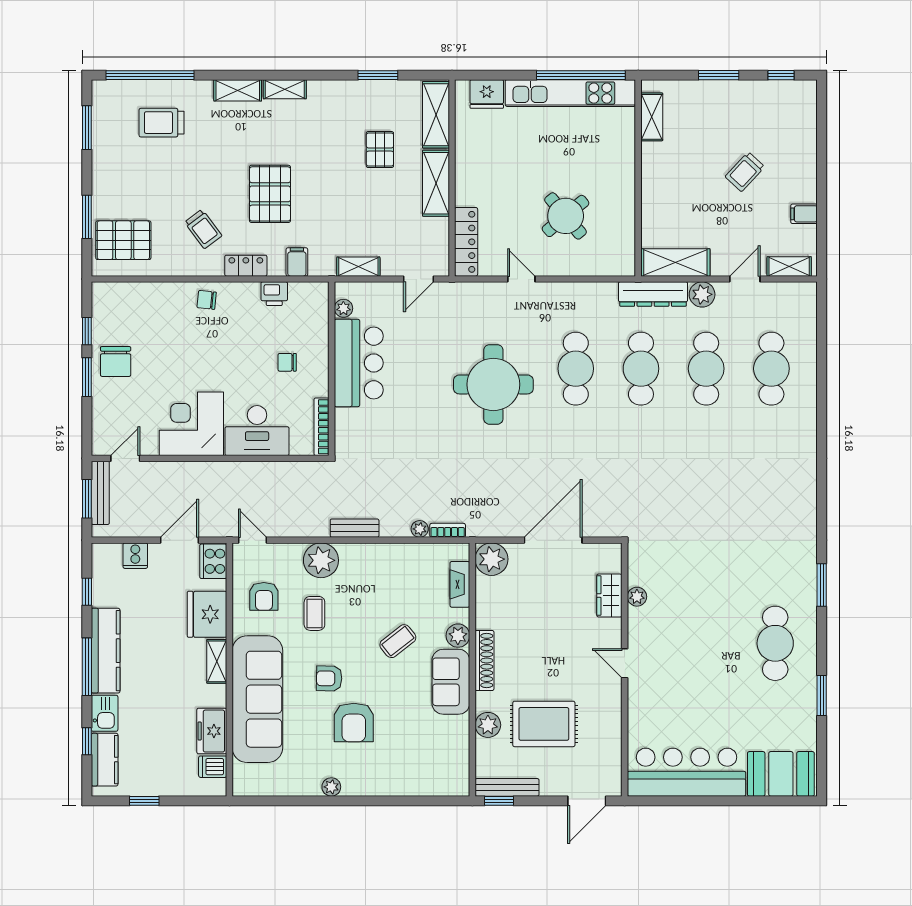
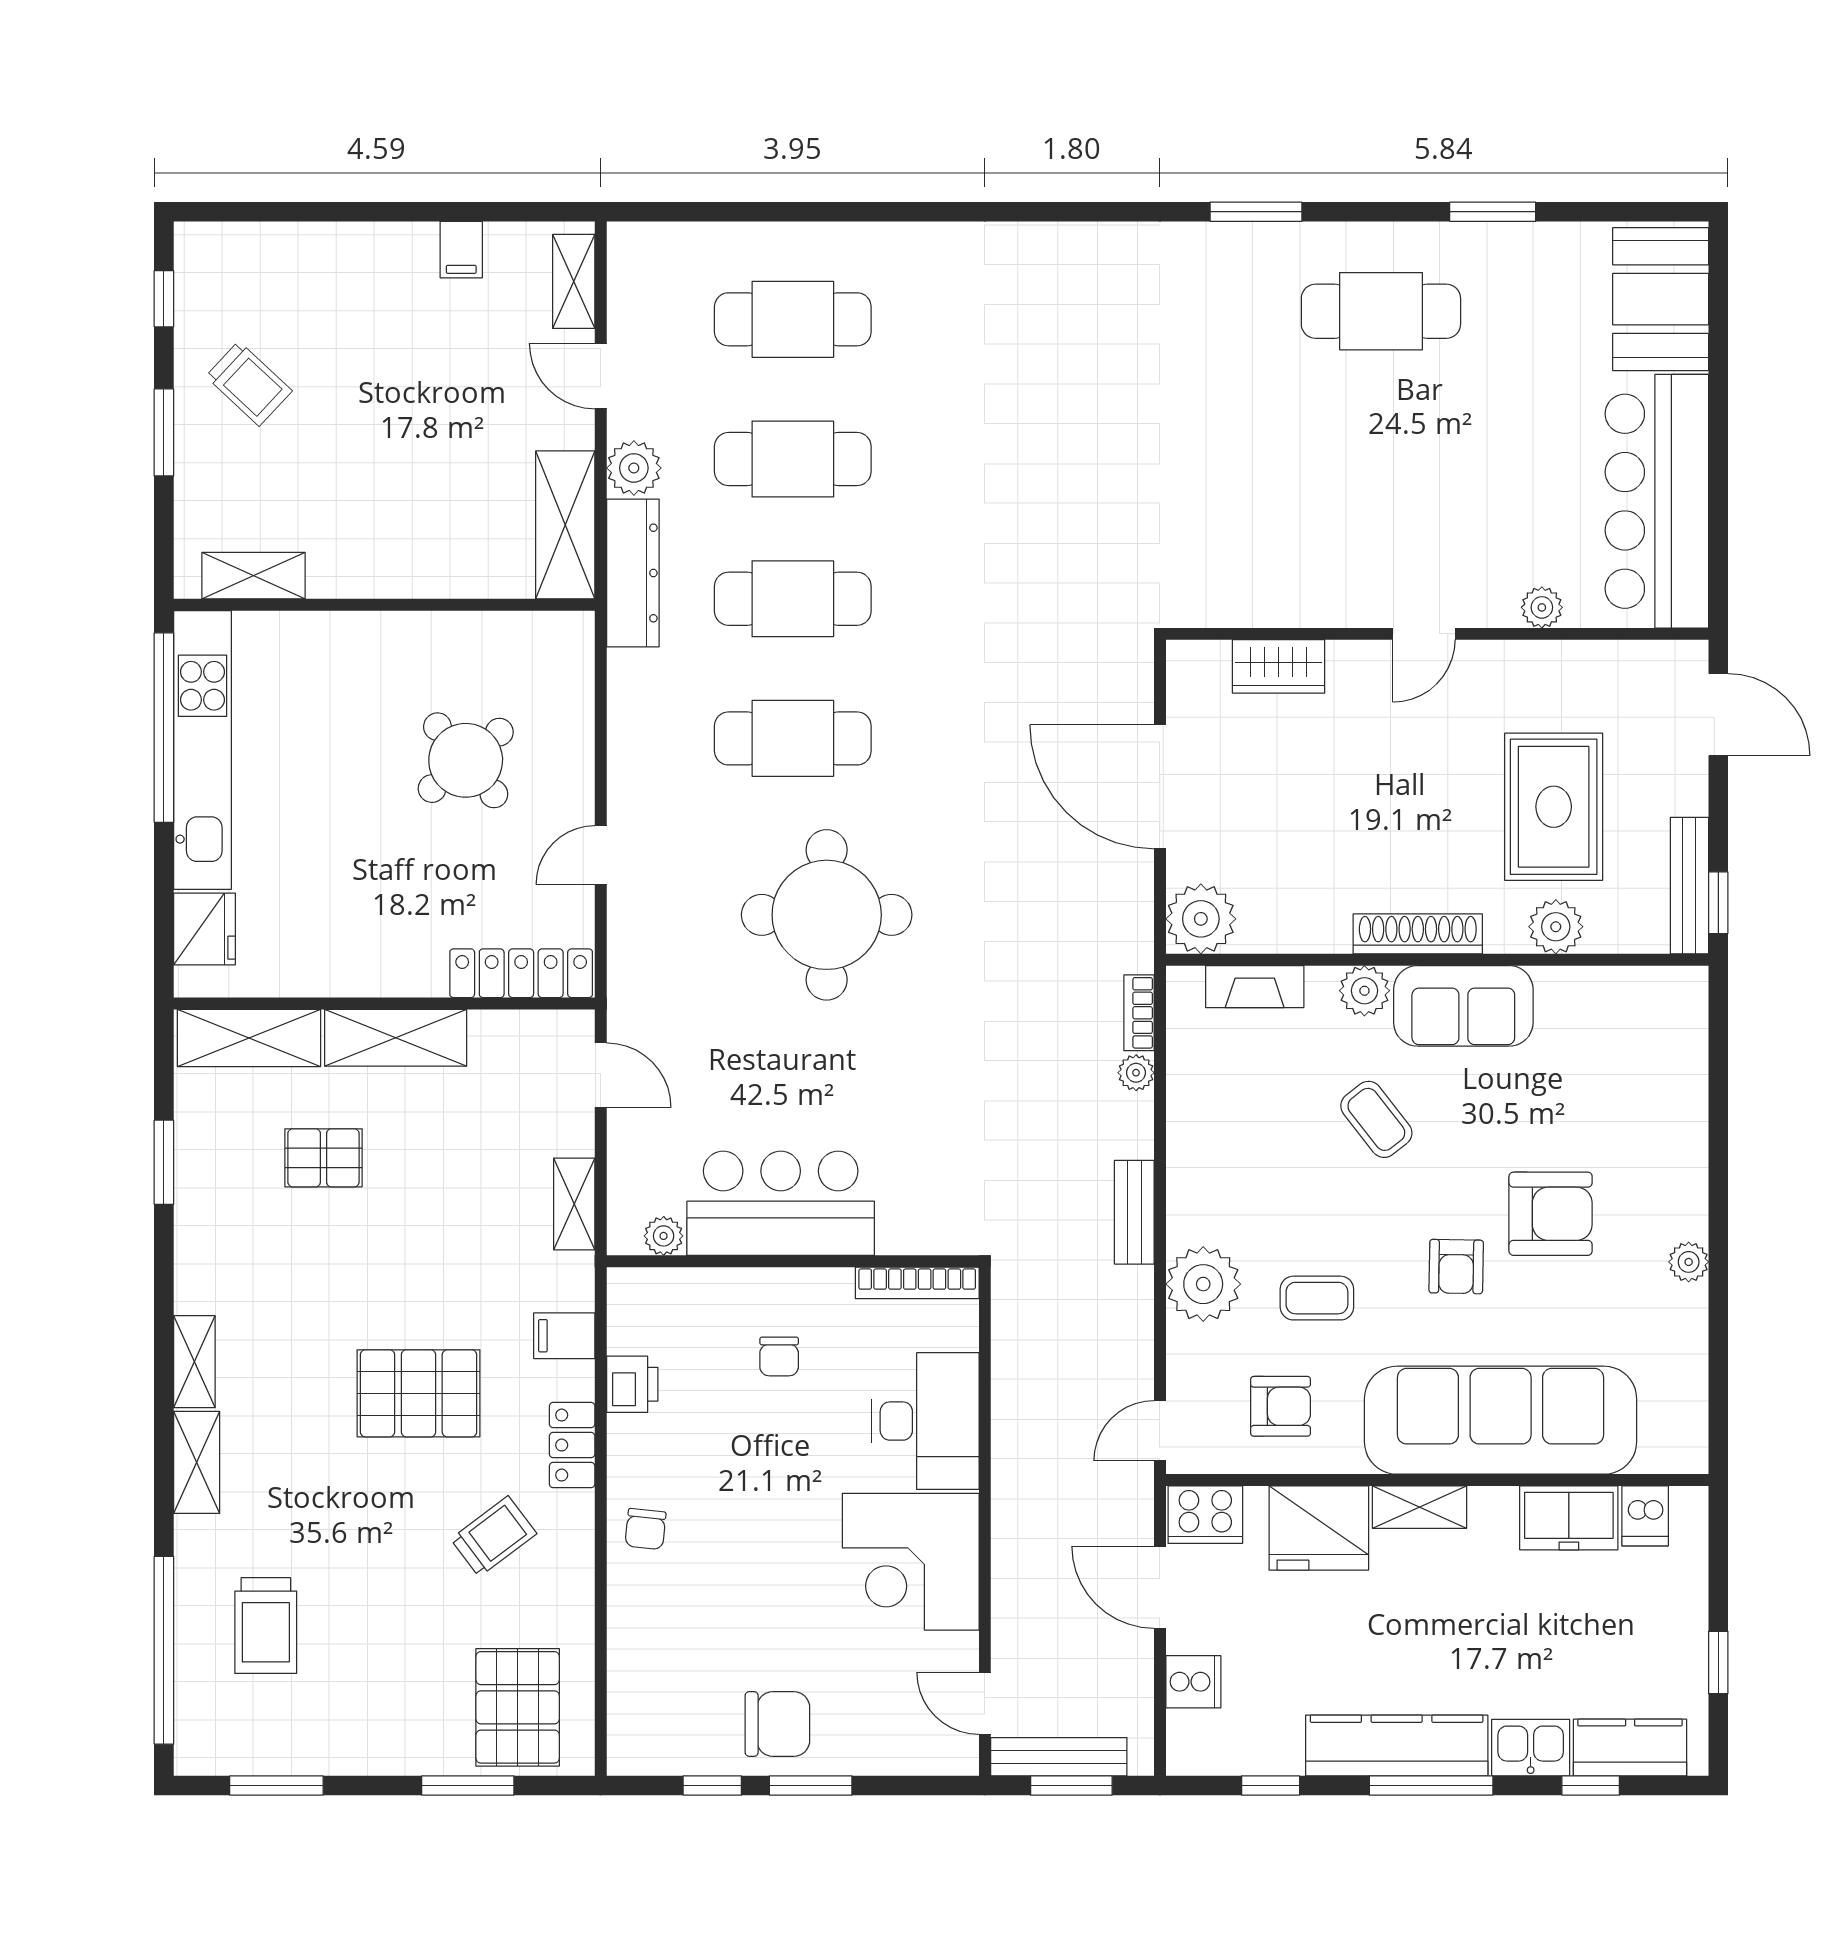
trolley: (745, 172) -> (249, 384), moved
plant: (637, 597) -> (1542, 607), moved

